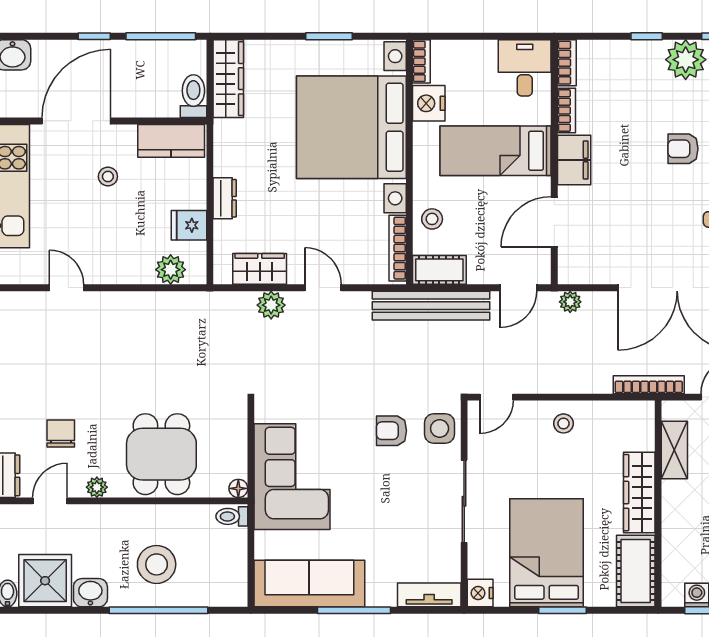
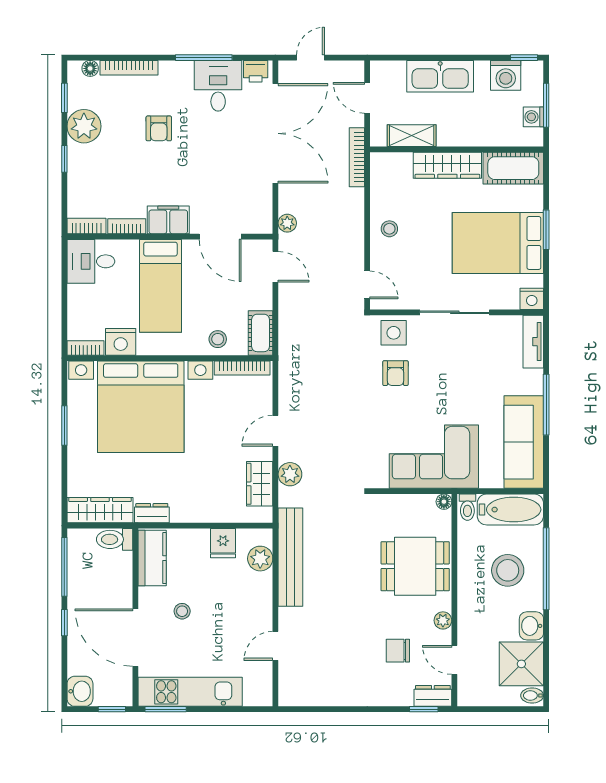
dresser: (225, 198) -> (152, 513), moved
bench: (431, 306) -> (290, 557), moved
bathtub: (229, 568) -> (510, 510), added

